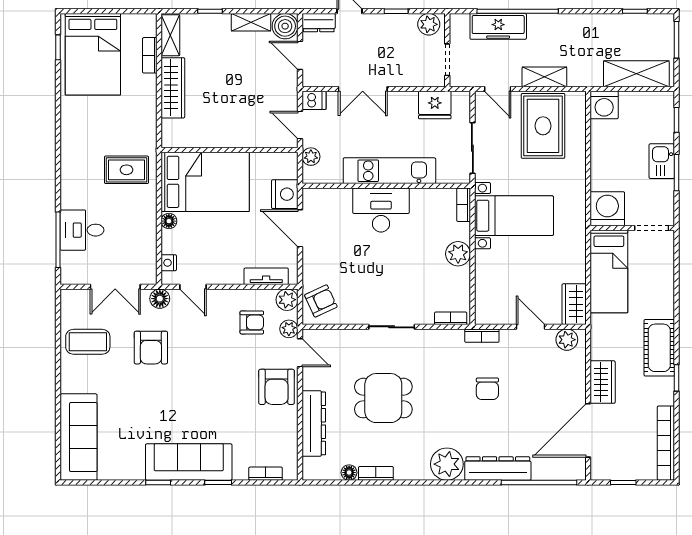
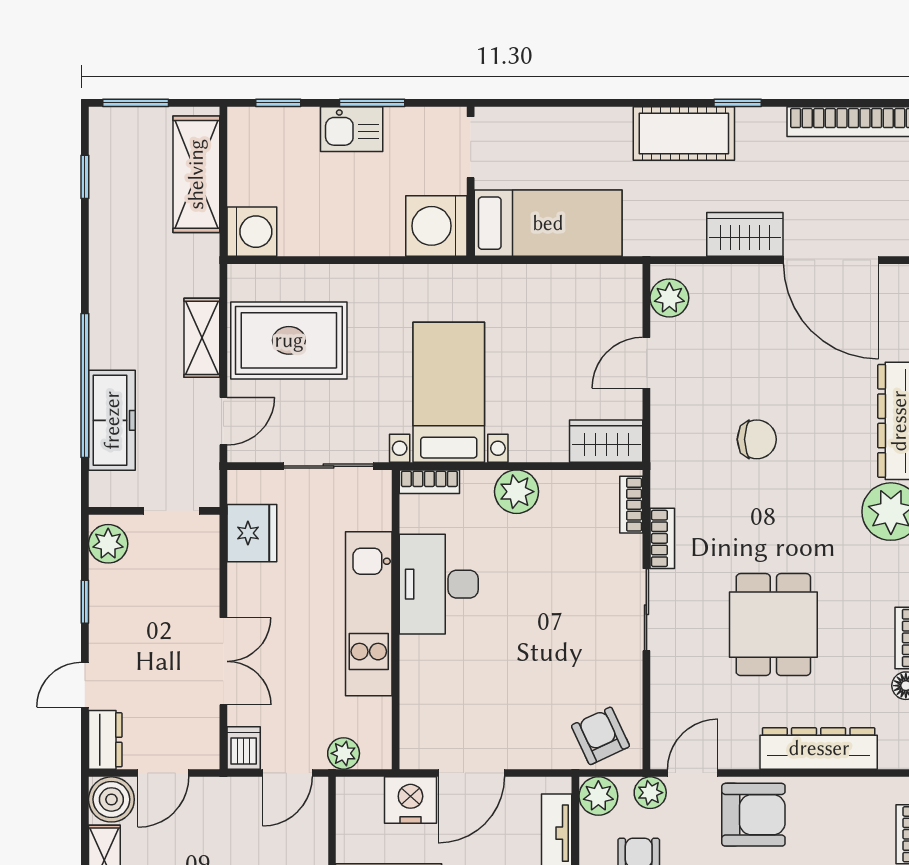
desk: (381, 210) -> (439, 584), moved
wardrobe: (574, 304) -> (606, 441), moved, turned 180
bookcase: (482, 336) -> (662, 538), moved

